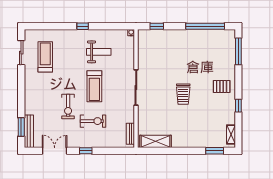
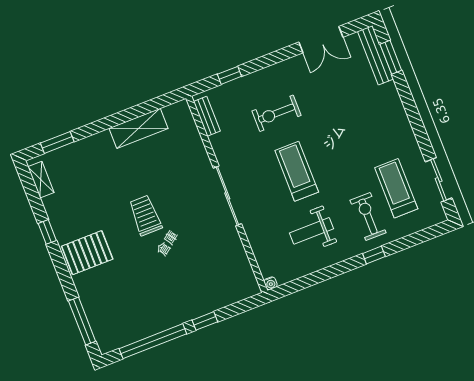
window: (83, 26) -> (374, 255), moved
window: (157, 26) -> (205, 321), moved
treadmill: (45, 57) -> (396, 188), turned 180
pallet: (222, 86) -> (87, 253), width x1.50, depth x1.42
exercise bike: (68, 106) -> (368, 217), moved
shelving: (156, 141) -> (139, 128), moved
window: (86, 151) -> (229, 75), moved

